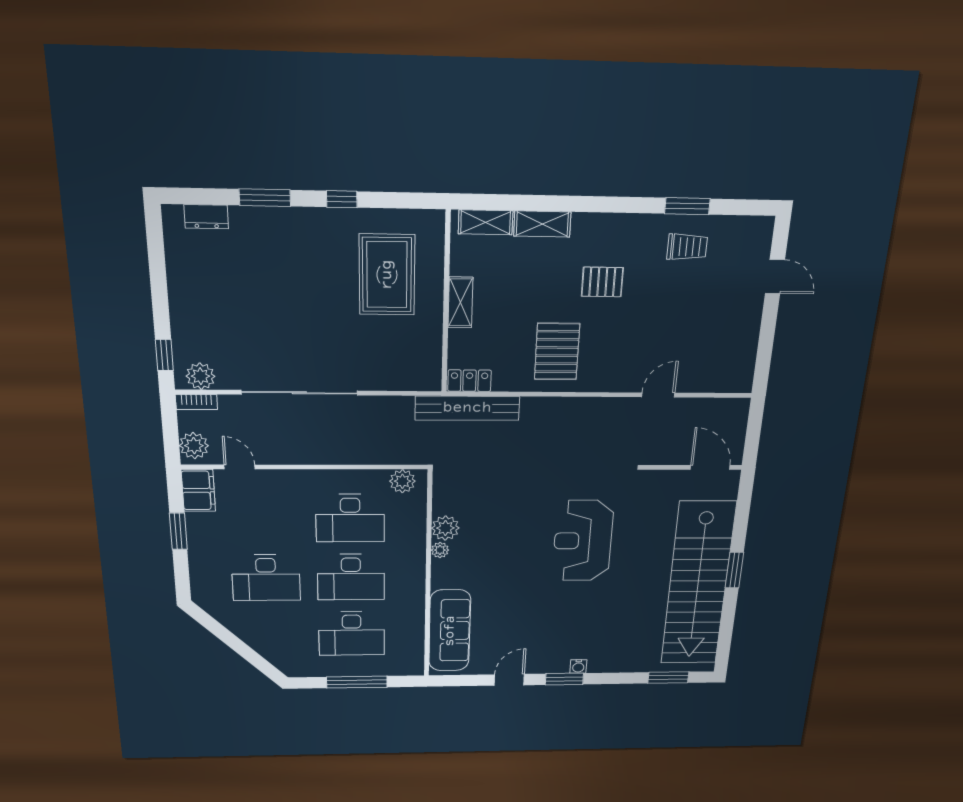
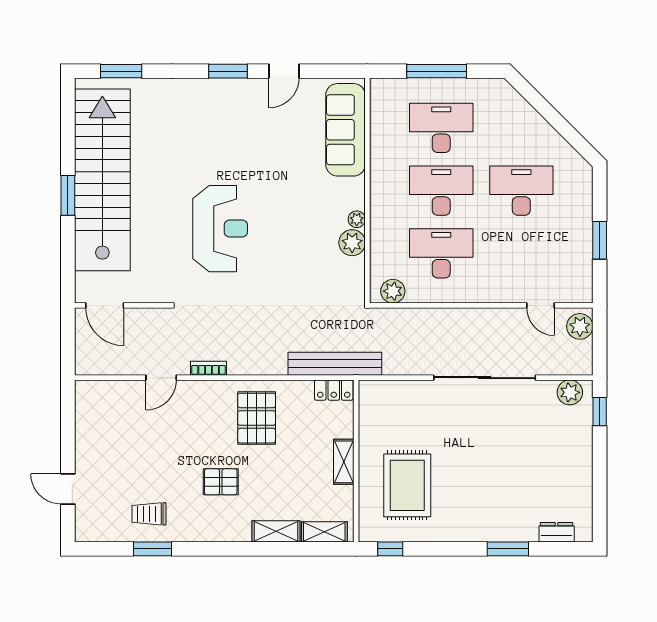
window: (342, 199) -> (390, 549), moved
bookcase: (196, 402) -> (209, 368), moved
filing cabinet: (198, 490) -> (579, 282), removed
water cooler: (578, 666) -> (215, 86), removed

